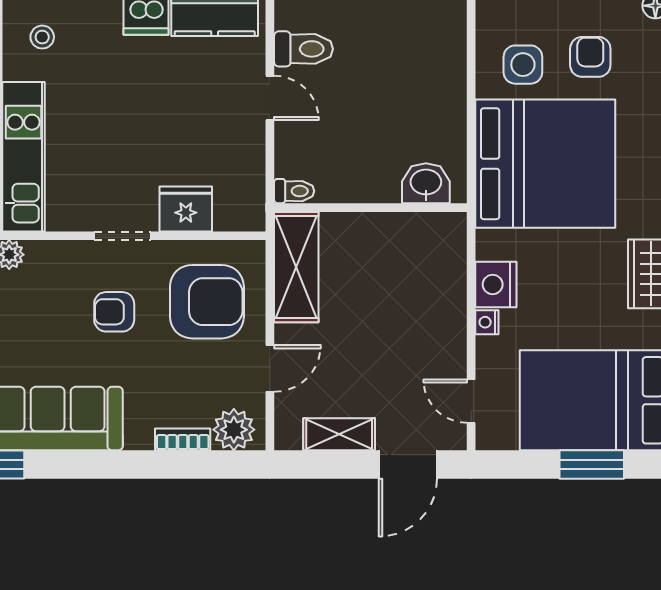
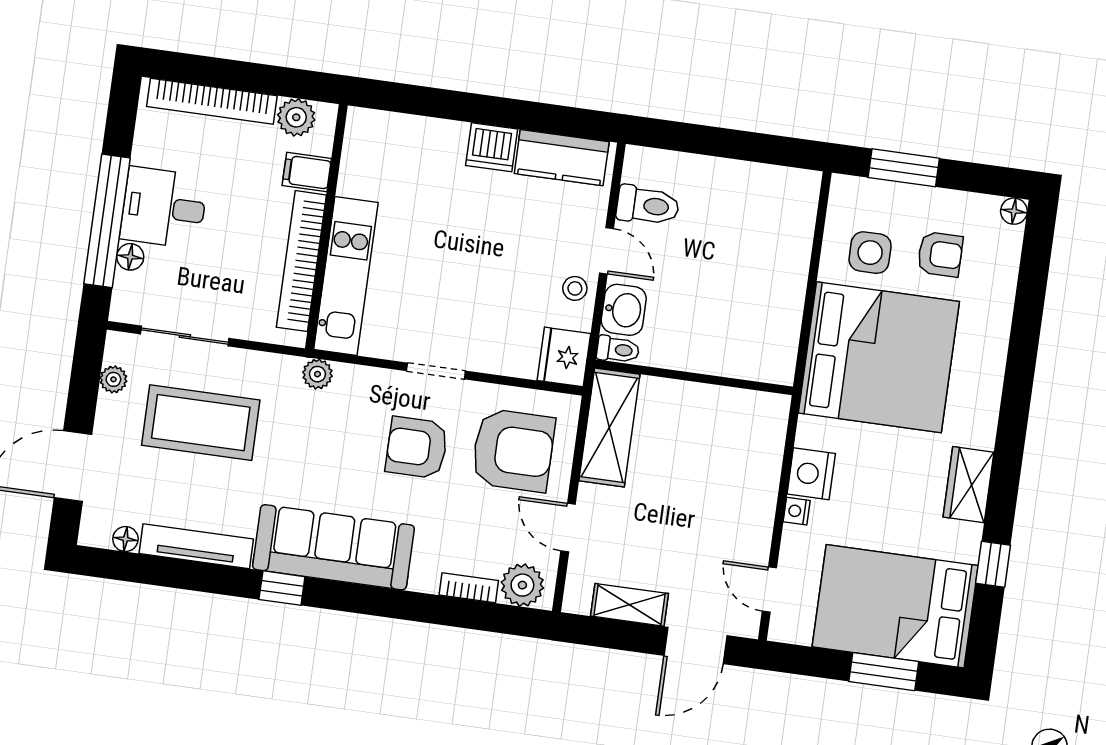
stool: (42, 37) -> (575, 288), moved
armchair: (590, 57) -> (940, 254), turned 90
washbasin: (426, 183) -> (624, 310), moved, turned 90
fridge: (186, 209) -> (564, 357), moved, turned -90
armchair: (114, 312) -> (417, 448), width x1.38, depth x1.38
door: (270, 368) -> (568, 528), swing flipped

